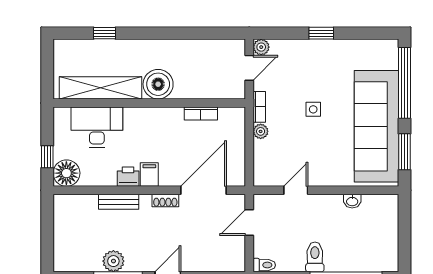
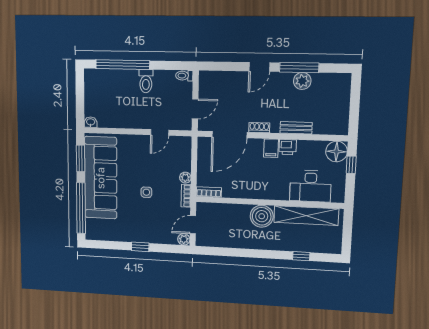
bookcase: (201, 113) -> (209, 192), moved
washbasin: (352, 201) -> (91, 122), moved

